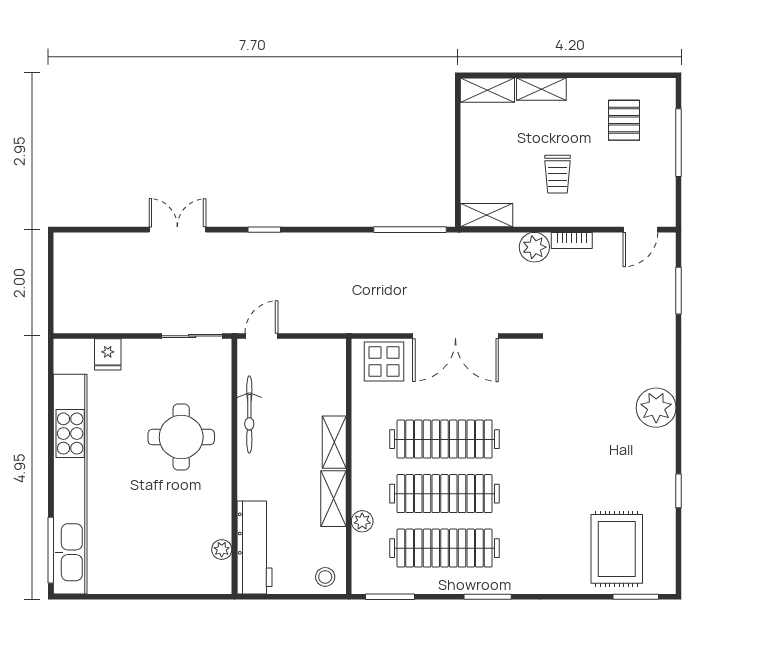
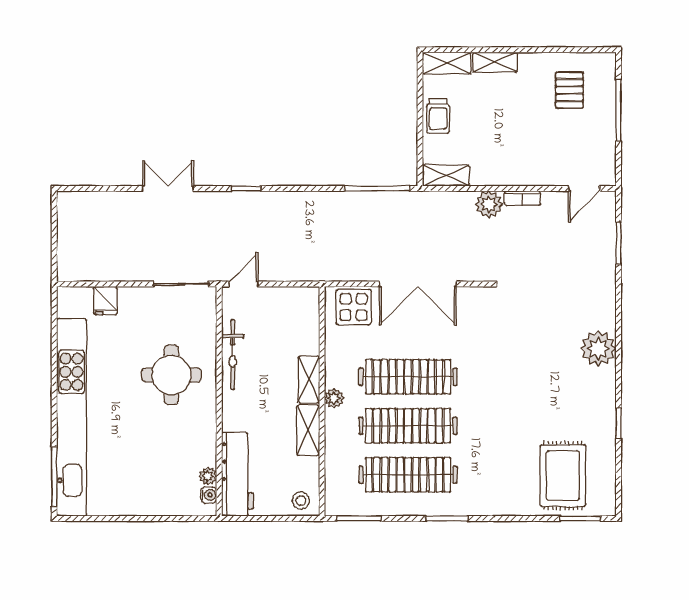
trolley: (557, 174) -> (438, 116), moved
plant: (362, 521) -> (334, 398), moved
water cooler: (223, 570) -> (209, 495), added

